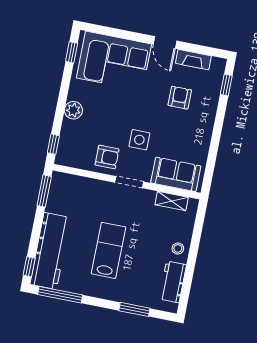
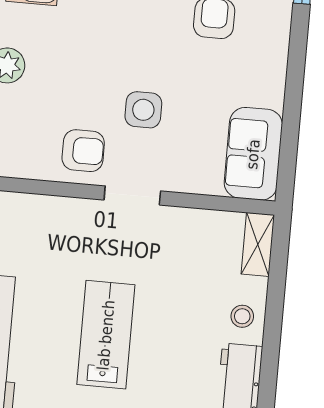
sofa: (176, 174) -> (253, 154), moved, turned -90
shelving: (172, 201) -> (258, 244), moved, turned 90

